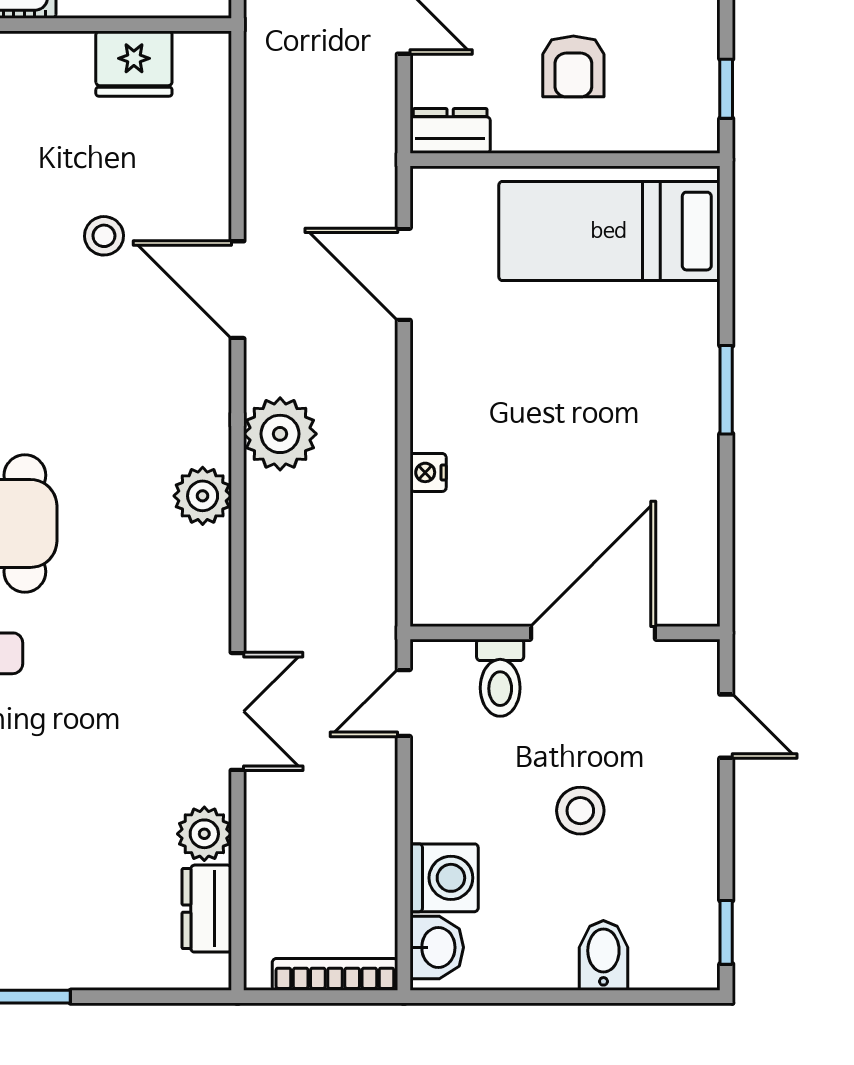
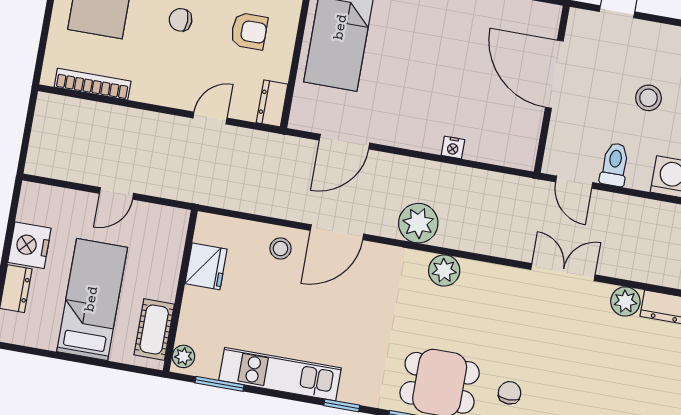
stool: (104, 236) -> (281, 248), moved
toilet: (500, 678) -> (615, 164), moved, turned -90

